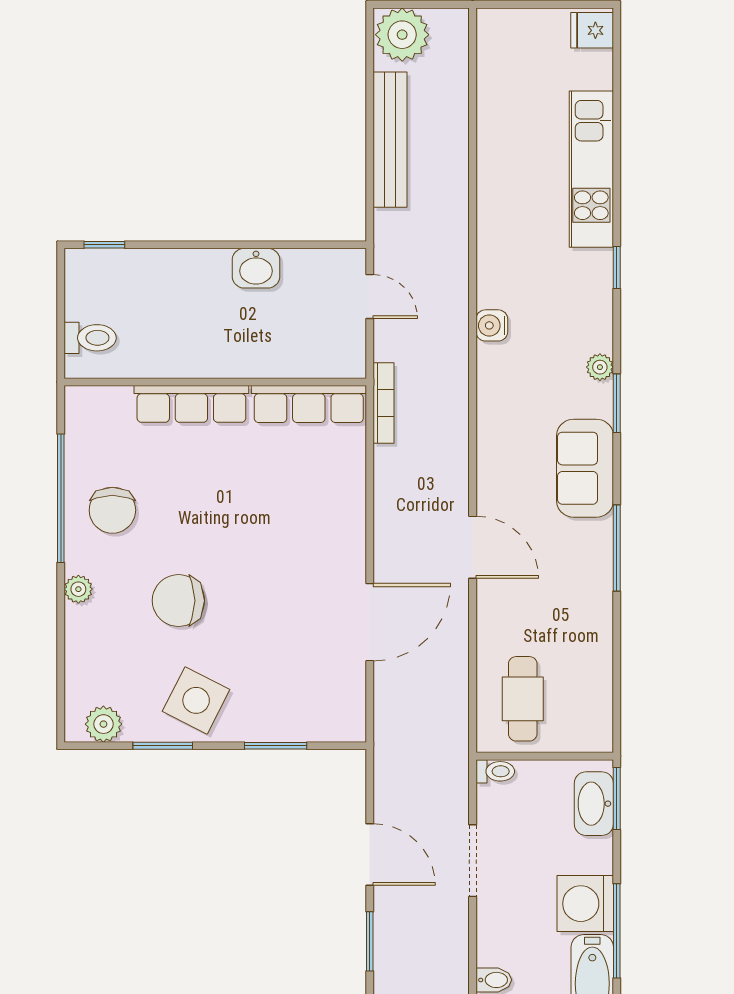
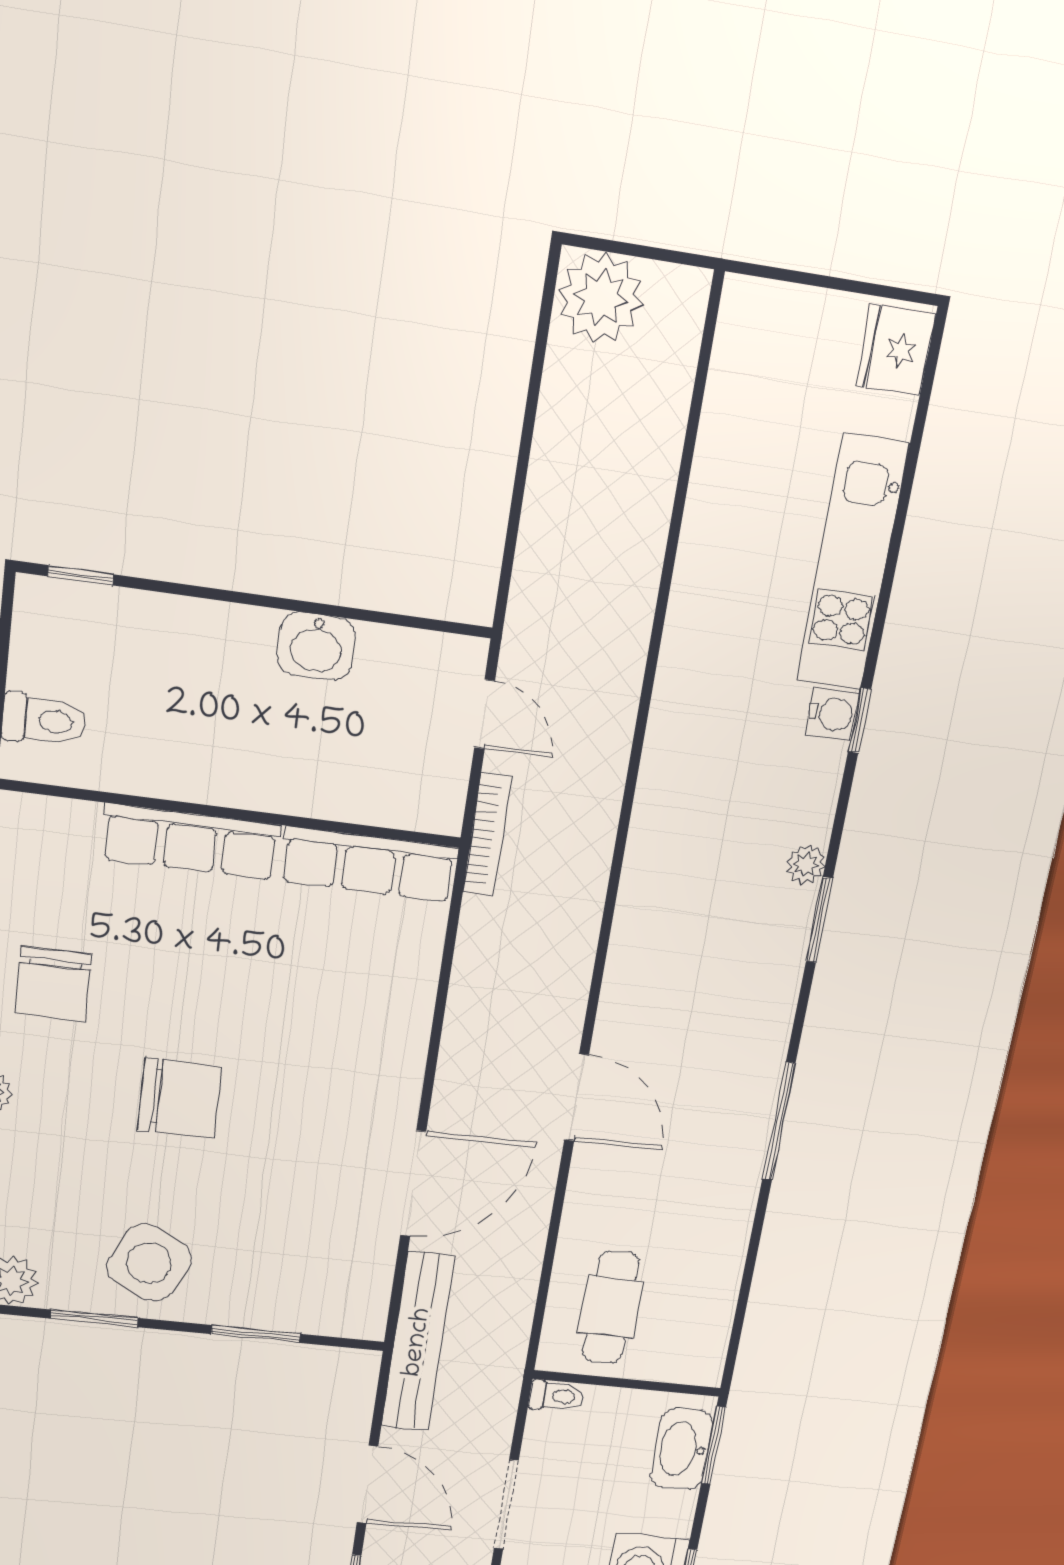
fridge: (592, 30) -> (895, 350), width x1.38
bench: (390, 140) -> (418, 1342), moved
water cooler: (492, 325) -> (832, 714), moved, turned 180
bookcase: (383, 403) -> (487, 835), moved
sofa: (585, 468) -> (756, 1006), removed
chair: (178, 601) -> (180, 1098), moved, turned 180

